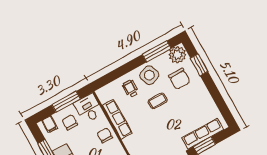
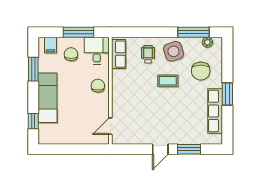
plant: (177, 55) -> (207, 42), width x0.53, depth x0.53
window: (199, 65) -> (227, 94), moved
row of seats: (117, 119) -> (119, 54), moved, width x0.68
row of seats: (203, 134) -> (215, 111), moved, turned -90

